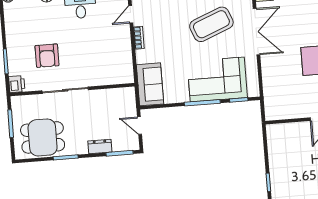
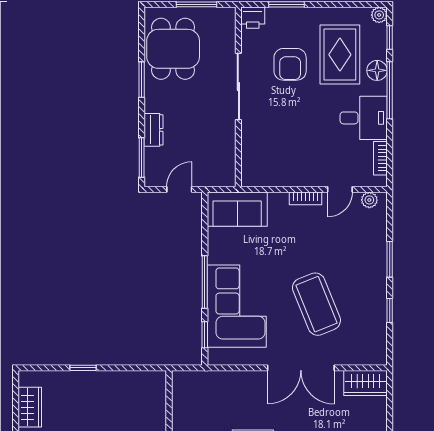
door: (131, 14) -> (340, 189), swing flipped
rug: (37, 22) -> (340, 55), added
armchair: (47, 56) -> (290, 64), turned -90

